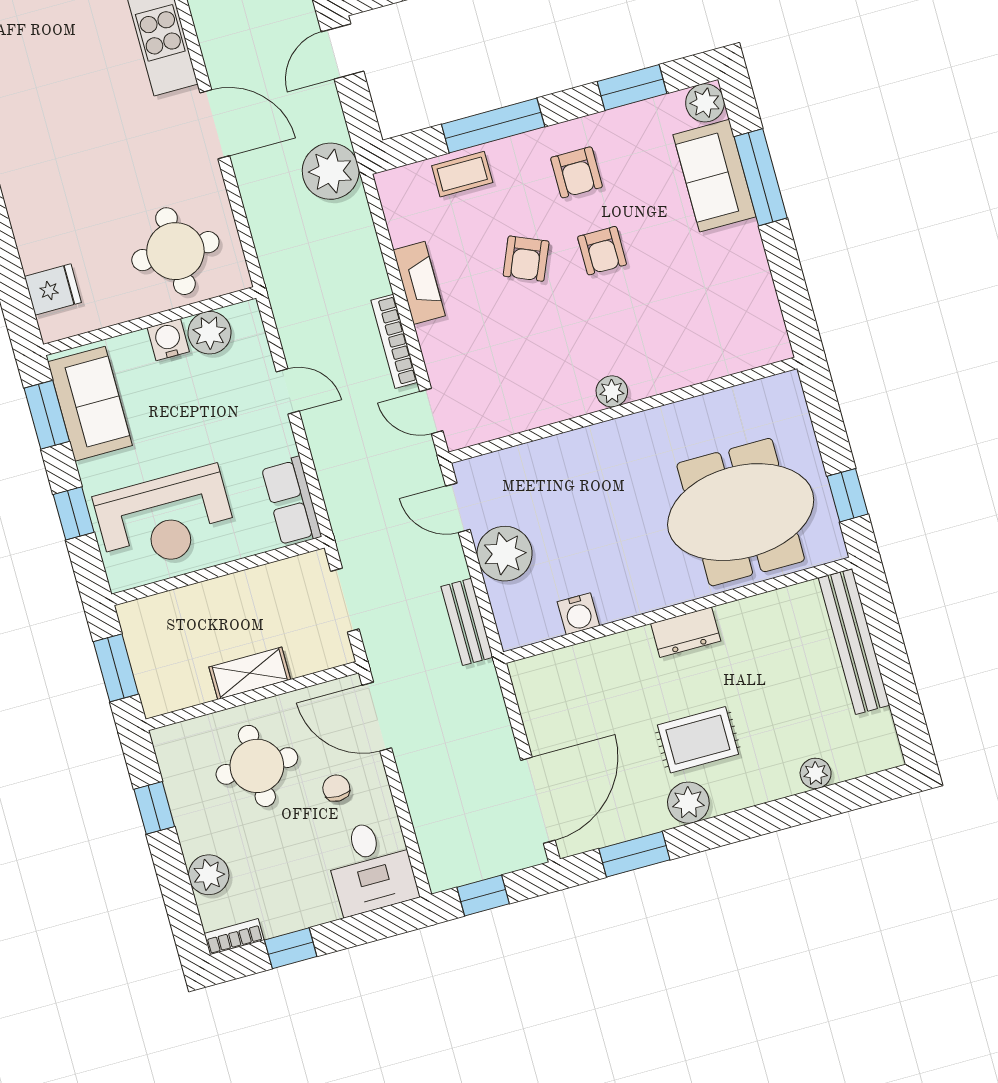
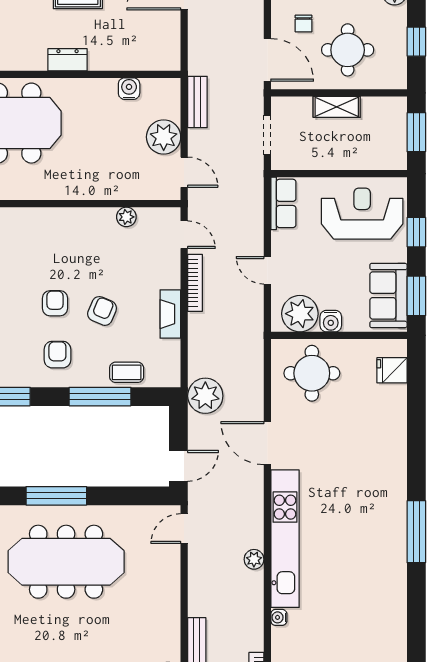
plant: (210, 333) -> (300, 314), width x1.36, depth x1.36
plant: (612, 391) -> (126, 217), moved

